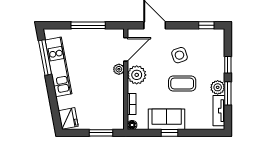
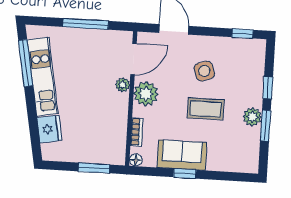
tv unit: (219, 111) -> (252, 148), removed
fridge: (68, 118) -> (49, 129), moved

